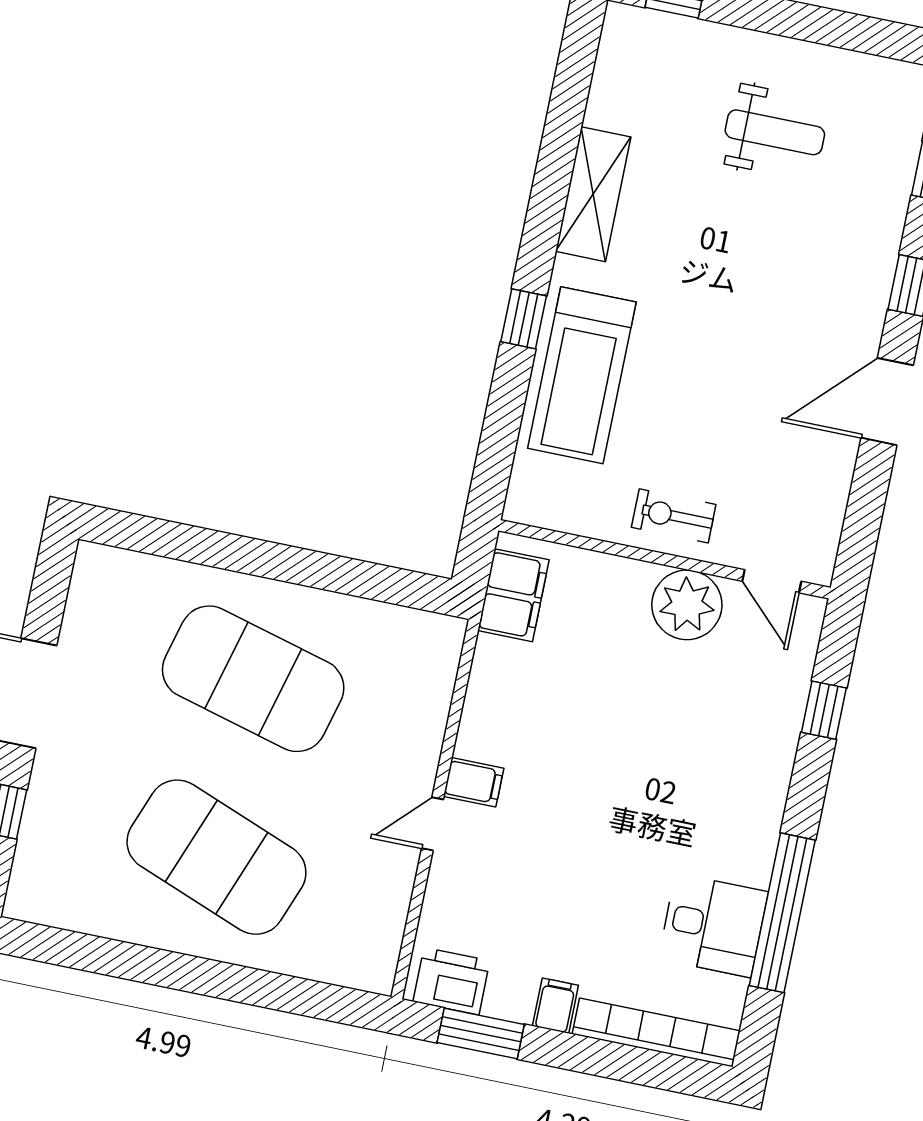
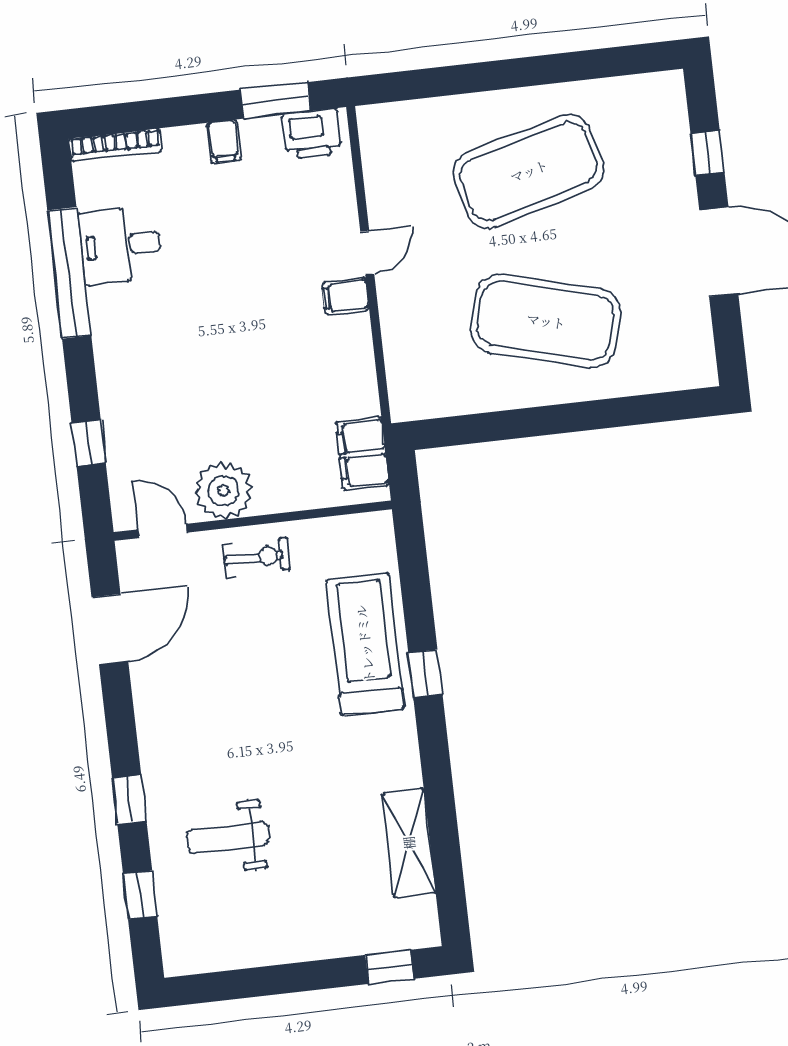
weight bench: (775, 132) -> (228, 838), moved
shelving: (593, 194) -> (409, 843), moved
door: (887, 402) -> (110, 629), moved
exercise mat: (216, 857) -> (529, 171), turned -36
bookcase: (656, 1032) -> (115, 145), width x0.68, depth x0.76

